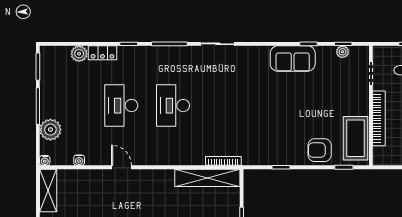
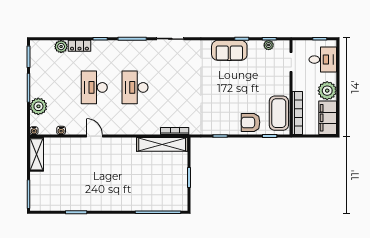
bookcase: (379, 118) -> (297, 113), moved

